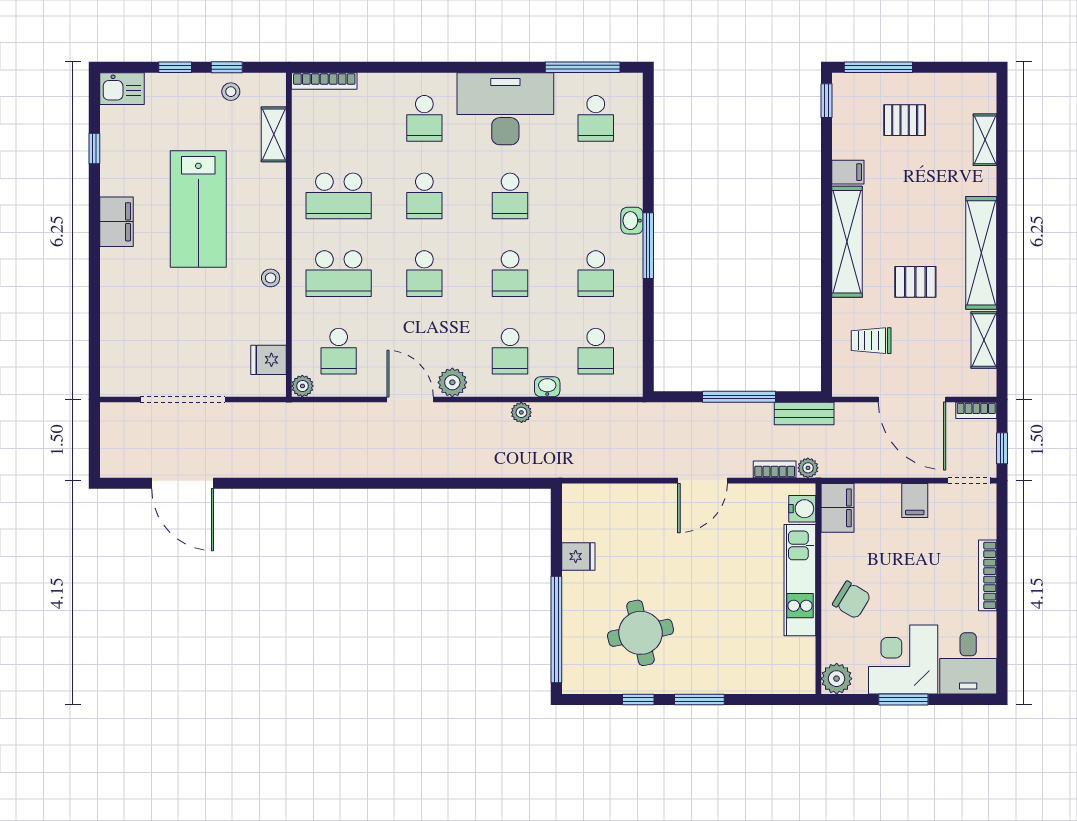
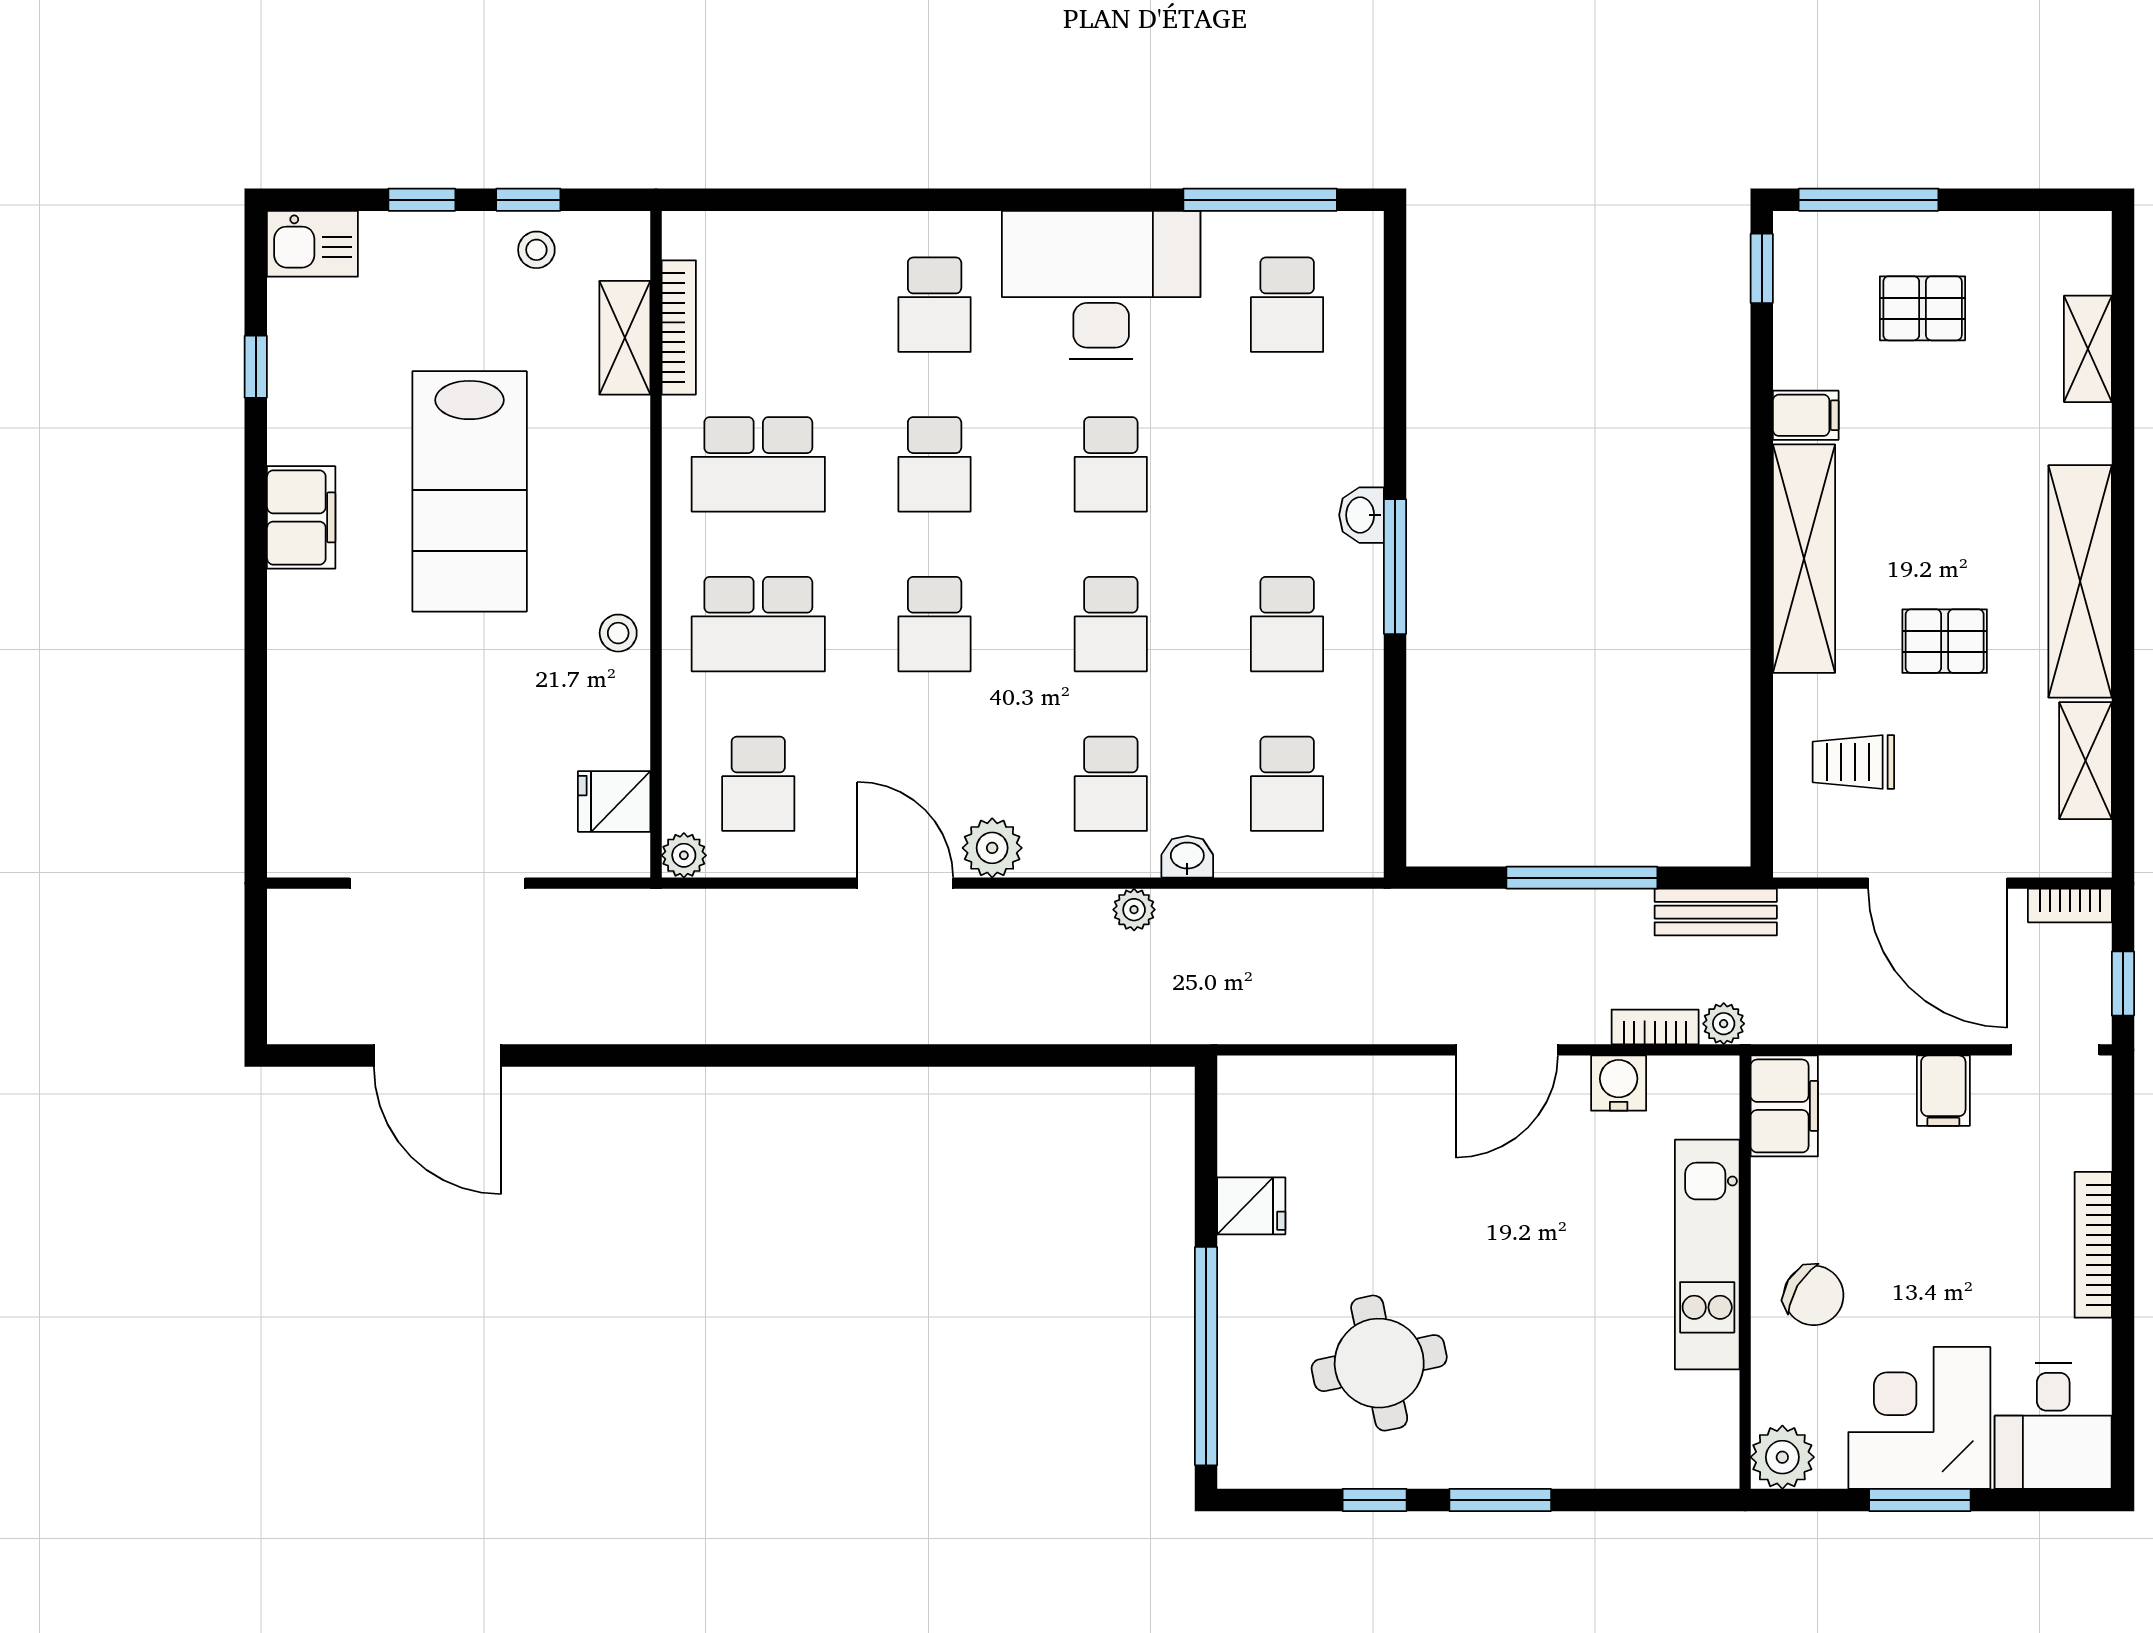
bookcase: (324, 81) -> (679, 327), moved, turned -90
water cooler: (802, 509) -> (1619, 1083), moved, turned -90

